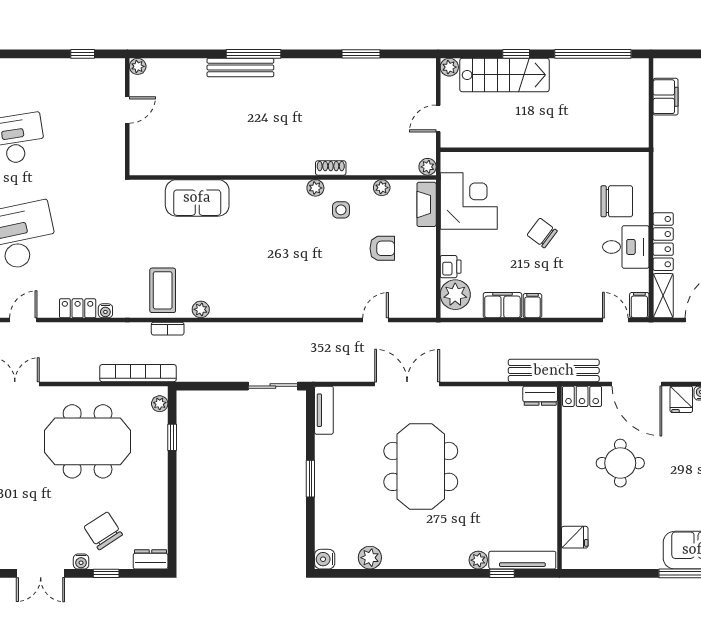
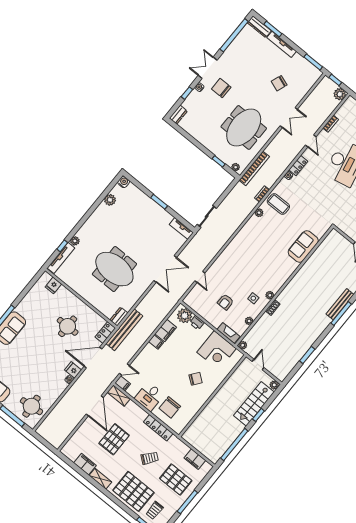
chair: (542, 233) -> (196, 379), moved
locker: (663, 242) -> (158, 428), moved
meeting table: (421, 466) -> (114, 269), moved
chair: (103, 531) -> (221, 88), moved, turned -147

